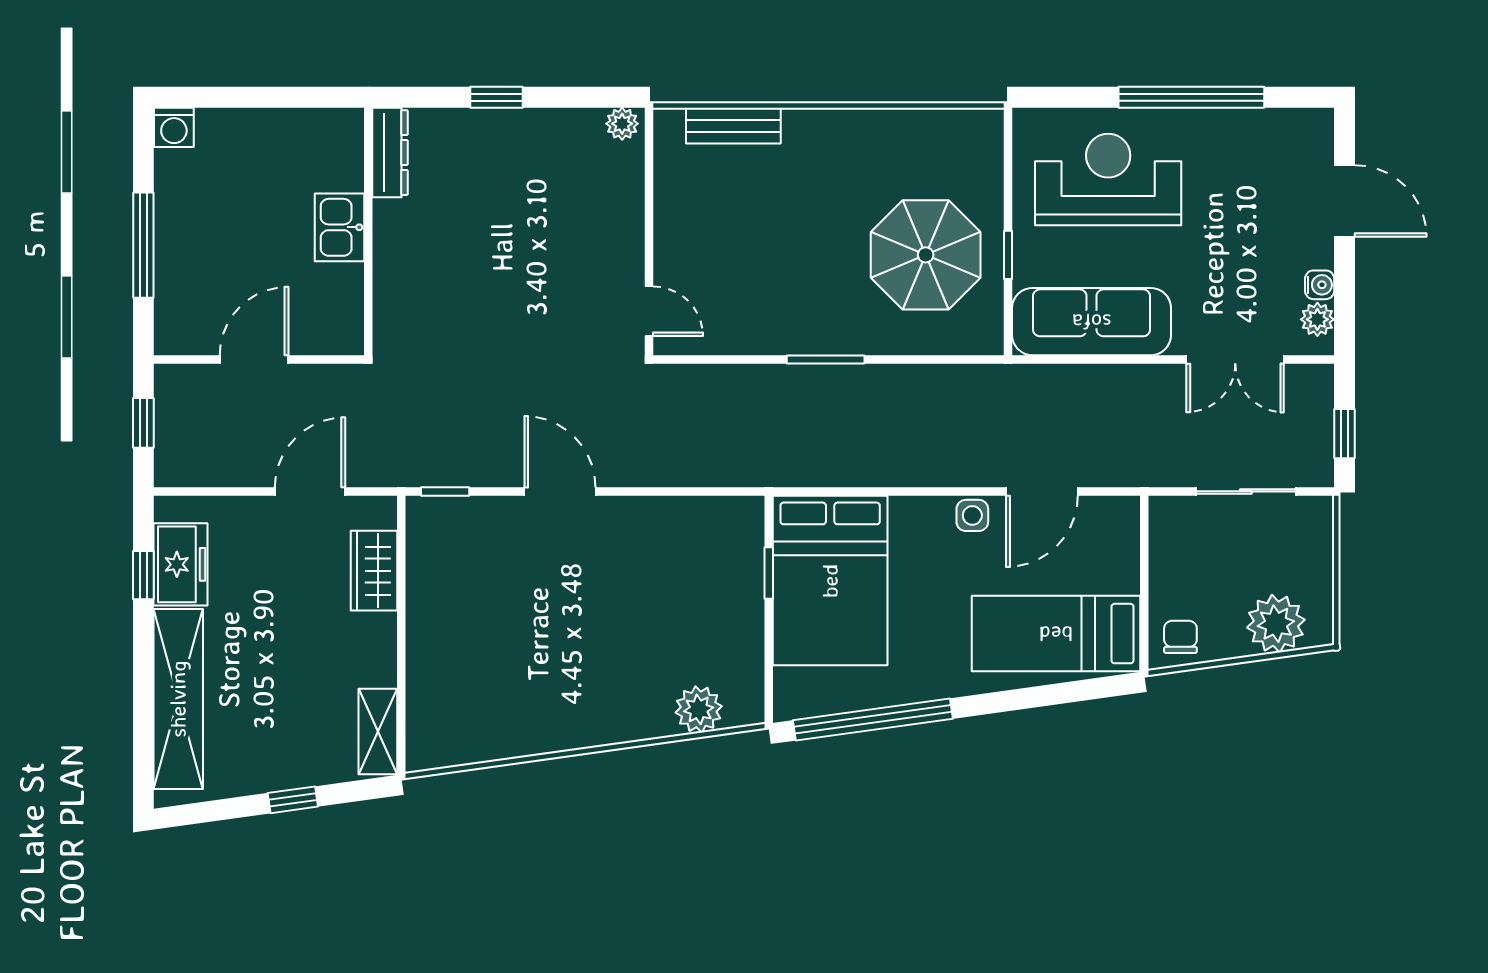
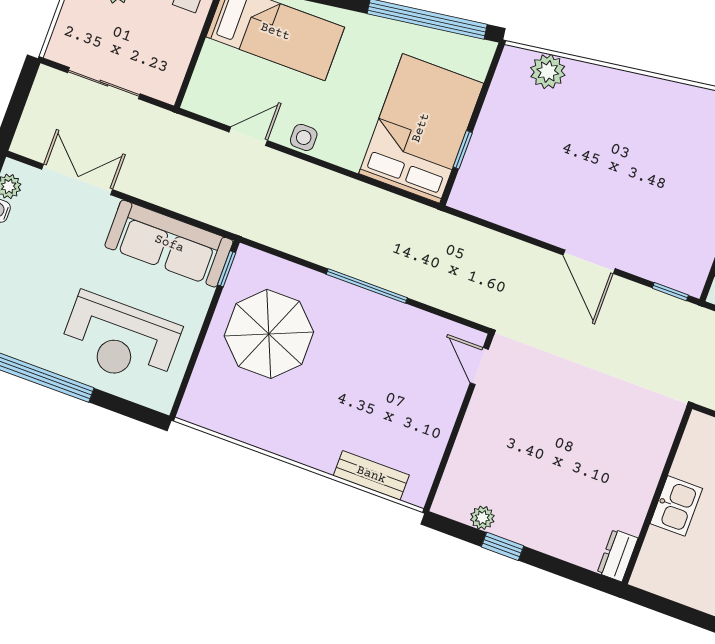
window: (496, 97) -> (502, 546), moved
plant: (622, 124) -> (482, 518), moved
dresser: (390, 153) -> (618, 555), width x0.70
window: (1008, 255) -> (227, 269), moved
window: (826, 359) -> (367, 286), width x1.44
window: (1344, 434) -> (19, 98), removed
door: (1042, 491) -> (248, 136), width x0.73

